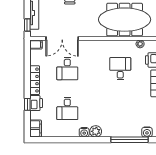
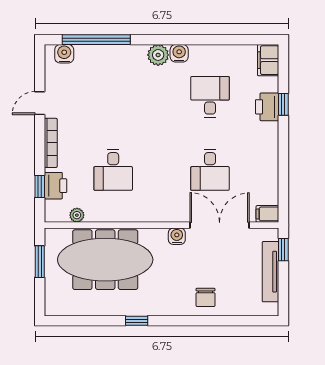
water cooler: (85, 32) -> (177, 236), added
desk: (67, 69) -> (210, 170), turned 180
locker: (35, 80) -> (270, 149), removed

